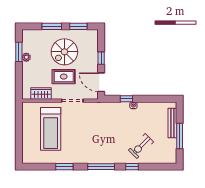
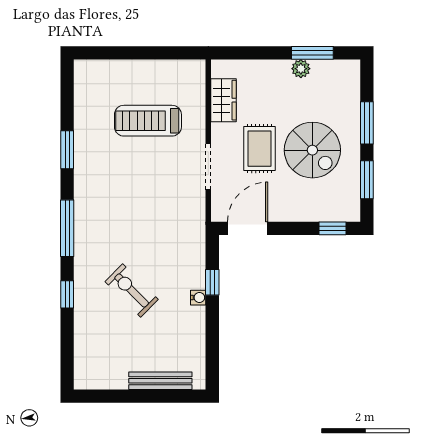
spiral stairs: (64, 52) -> (312, 150), turned 180
window: (101, 58) -> (332, 228), moved
treadmill: (51, 129) -> (148, 121), width x0.73, depth x0.73
window: (180, 136) -> (132, 396), removed
exercise bike: (141, 146) -> (132, 290), moved

